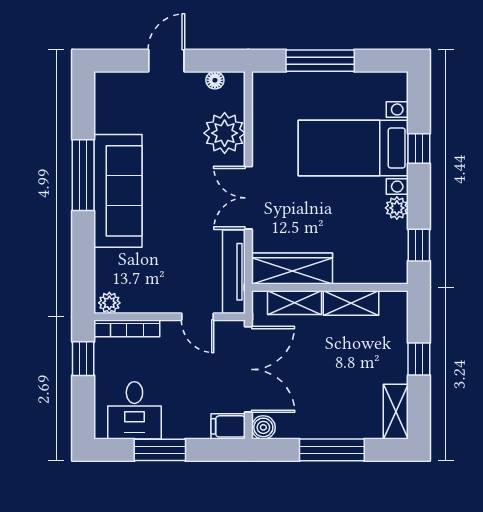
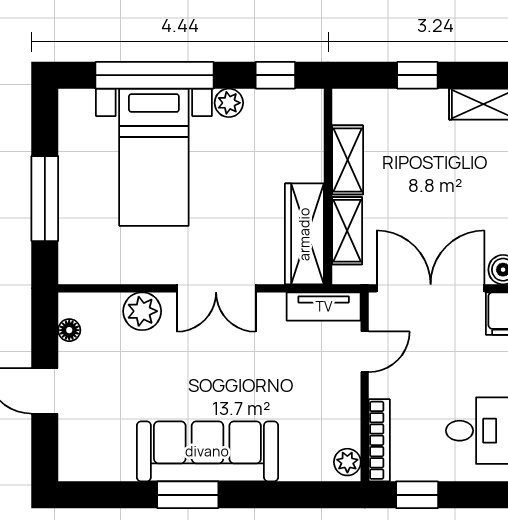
plant: (225, 133) -> (142, 311), width x0.73, depth x0.73
window: (419, 149) -> (155, 75), width x3.17
window: (83, 175) -> (188, 495), width x0.69
tv unit: (234, 272) -> (324, 306), width x0.71

